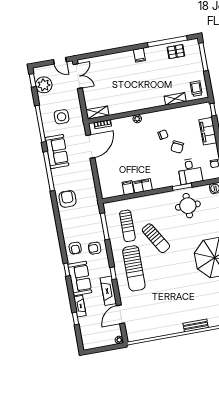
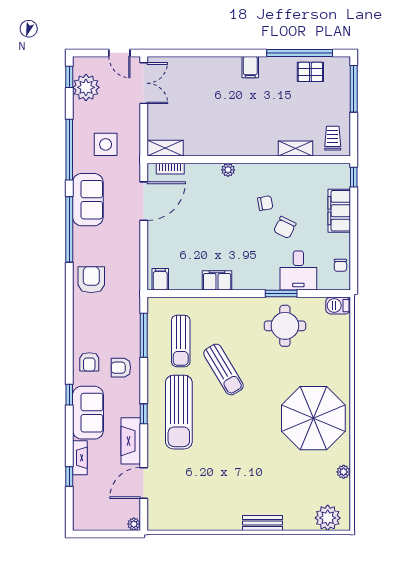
filing cabinet: (128, 188) -> (160, 279), moved

